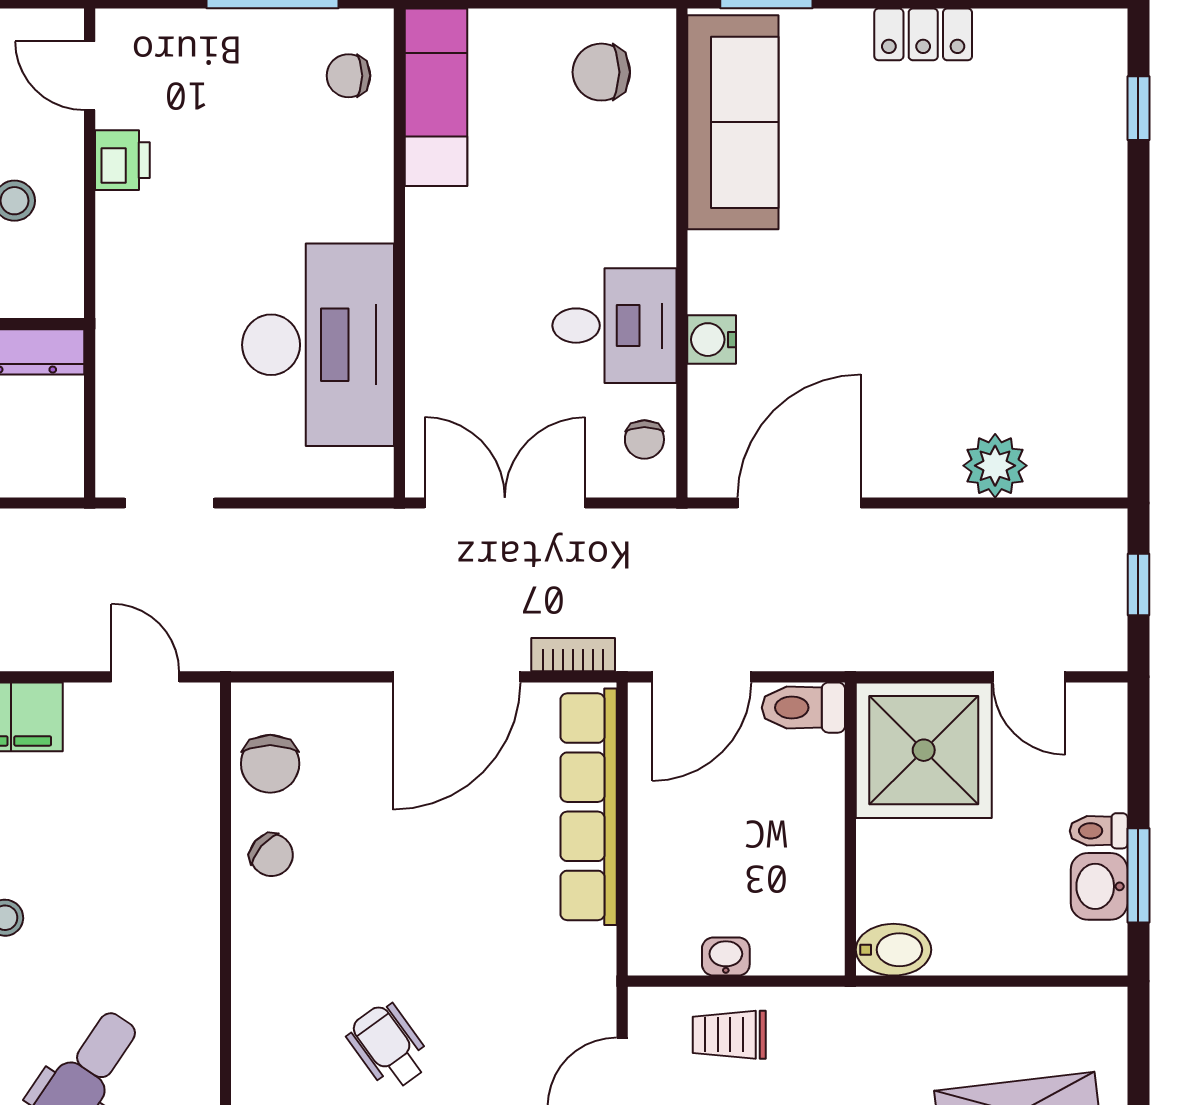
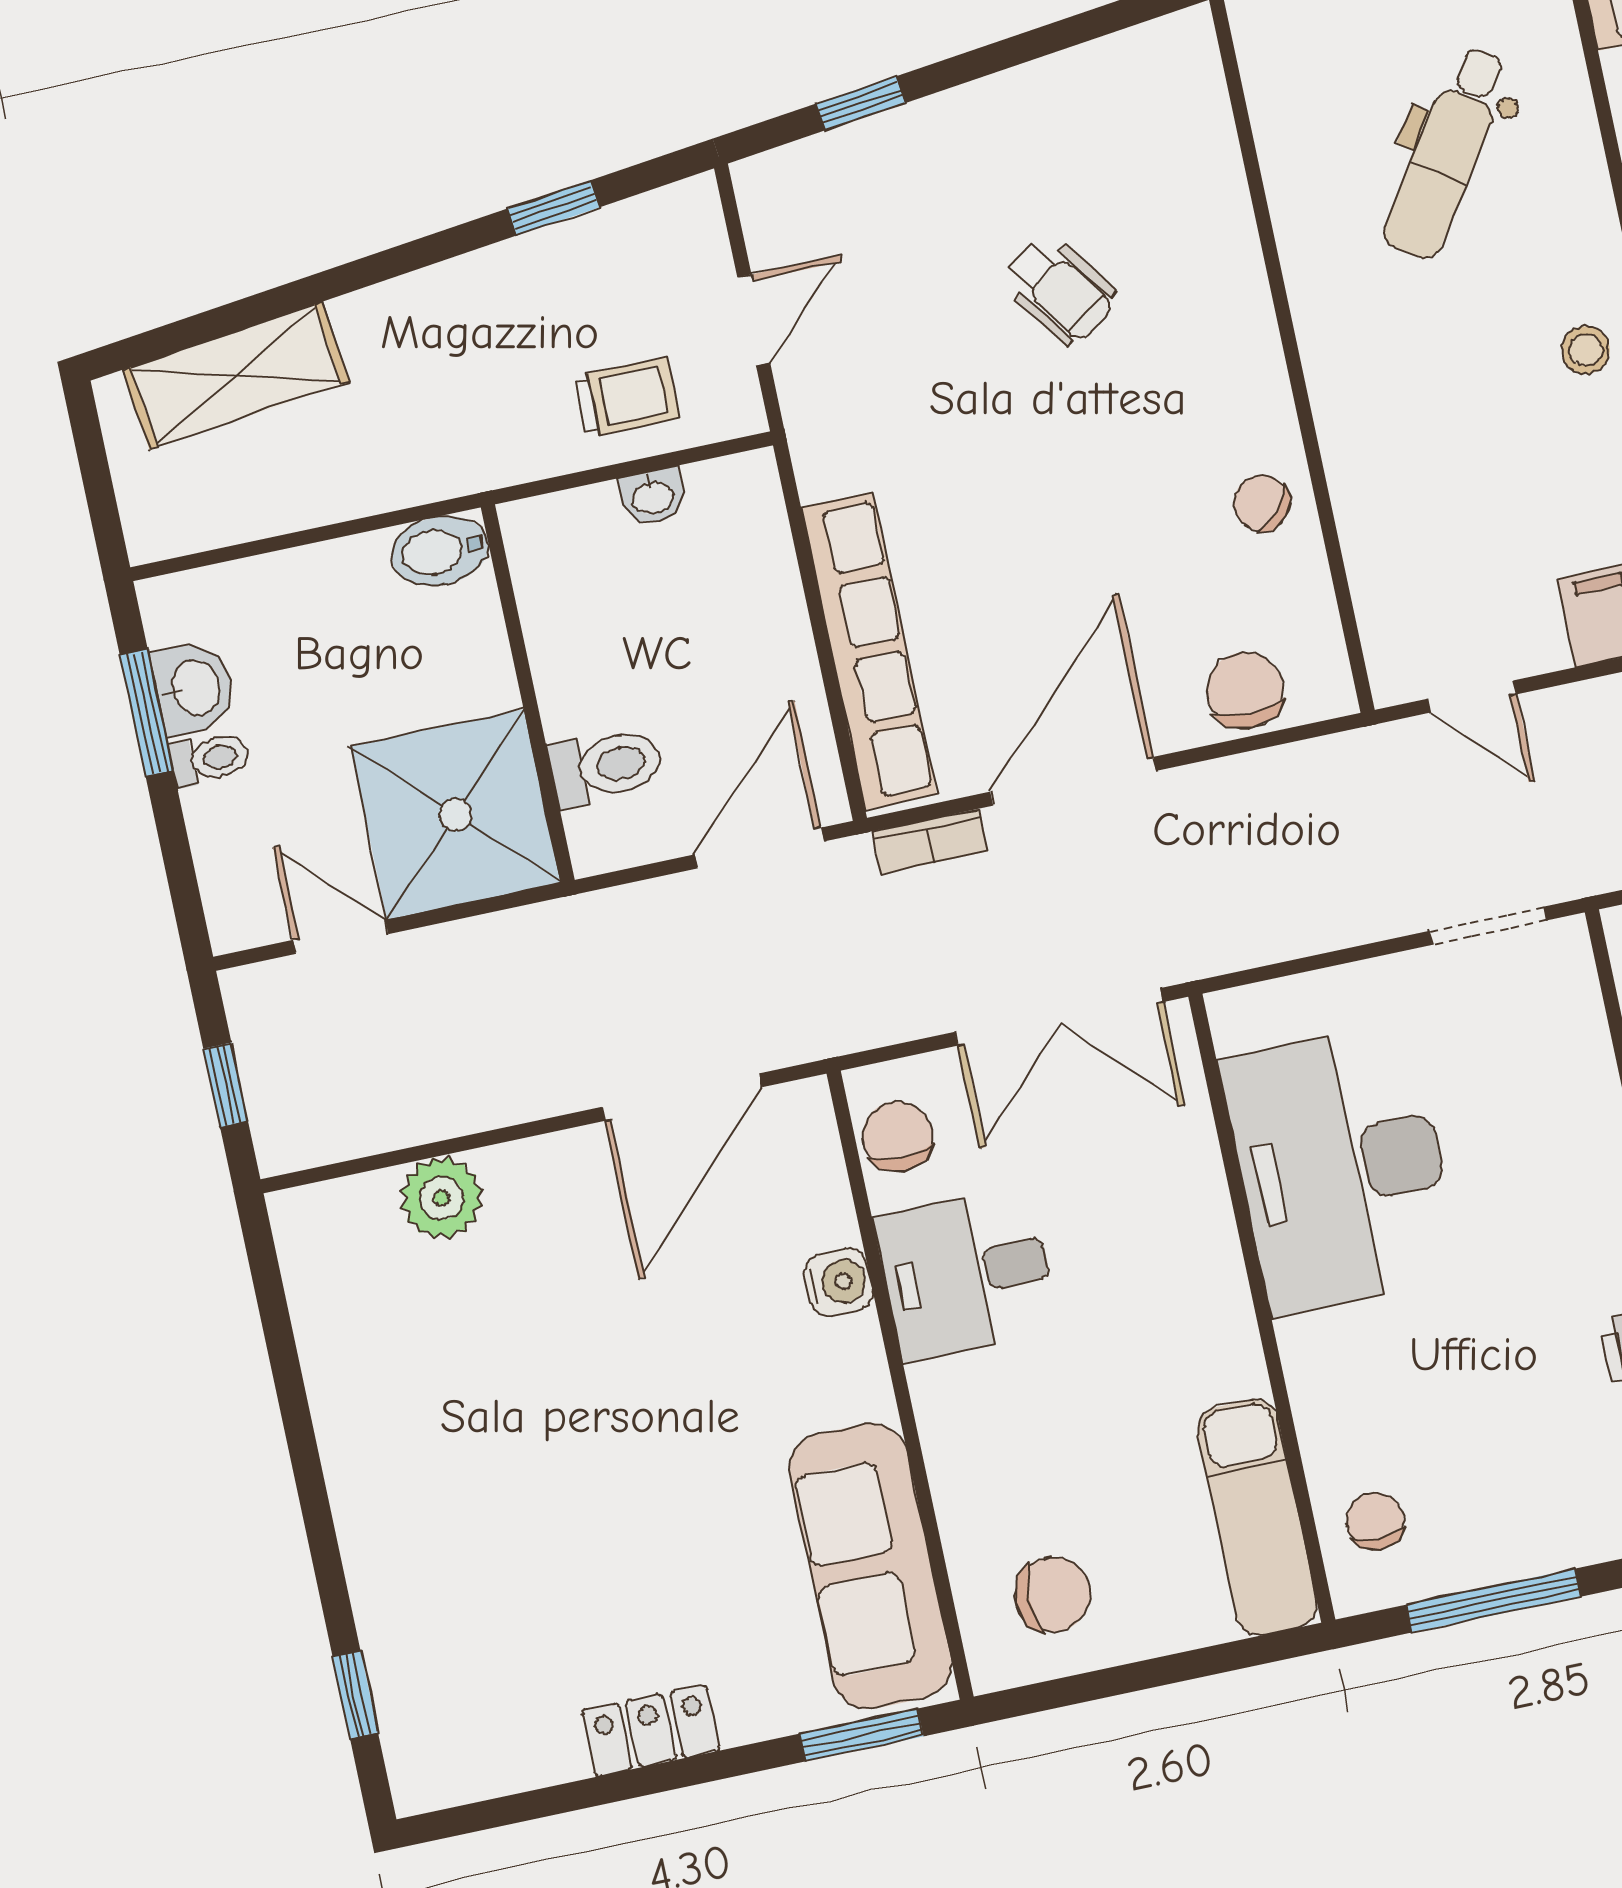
chair: (349, 76) -> (1375, 1521), turned -90
chair: (644, 439) -> (897, 1136), width x1.37, depth x1.37
toilet: (803, 708) -> (606, 766), moved
chair: (270, 764) -> (1245, 690), moved

